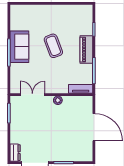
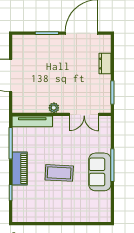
coffee table: (53, 46) -> (59, 173), turned -66
tv unit: (81, 89) -> (32, 121), width x1.41
dresser: (15, 153) -> (105, 64), moved

